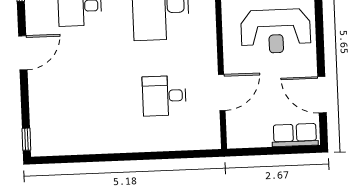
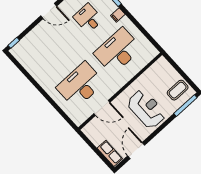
reception desk: (276, 31) -> (146, 109), turned 180
desk: (164, 96) -> (80, 85), width x1.87, depth x1.30

